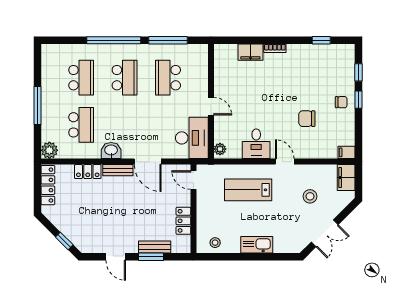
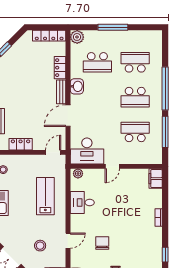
filing cabinet: (250, 52) -> (156, 179), moved
school desk: (81, 78) -> (135, 62), turned 180
door: (285, 162) -> (68, 241), moved

